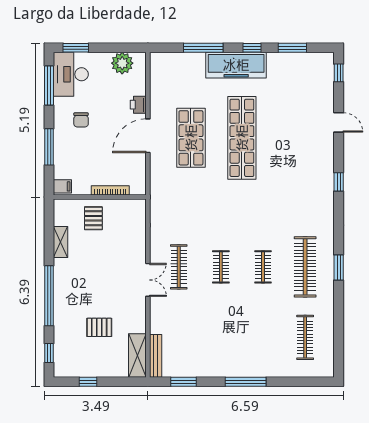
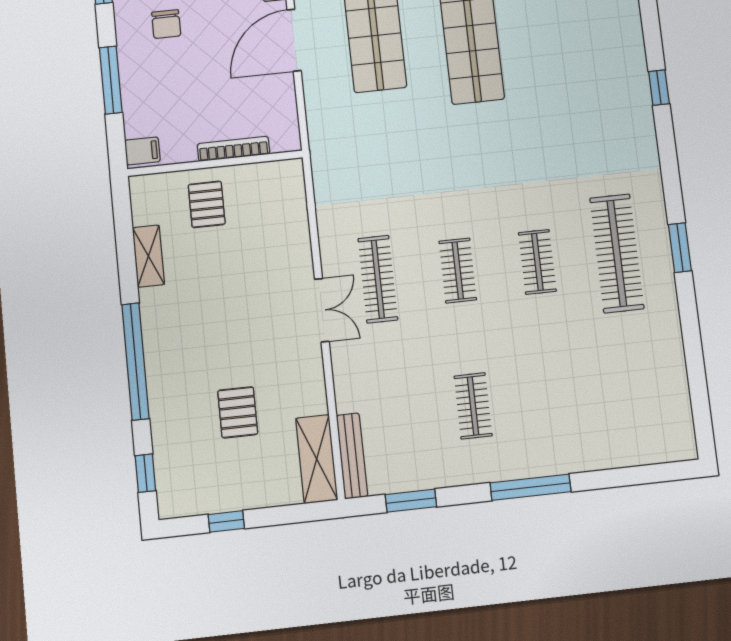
pallet: (99, 327) -> (238, 412), turned 90
clothes rail: (305, 337) -> (473, 406), moved, width x0.73

